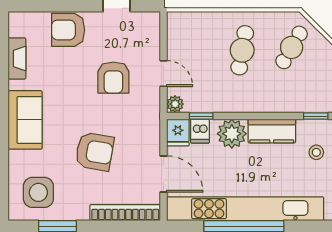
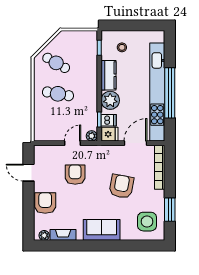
plant: (16, 28) -> (44, 235), added
armchair: (68, 30) -> (45, 203), turned 180
armchair: (113, 78) -> (75, 175), turned -90

